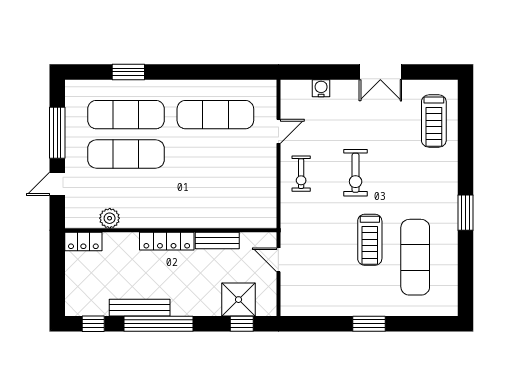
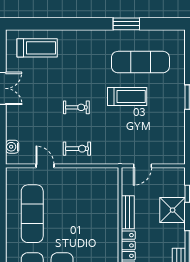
water cooler: (321, 88) -> (12, 147), moved
exercise bike: (356, 173) -> (76, 107), width x0.73, depth x0.72
window: (465, 213) -> (126, 24), moved
shower: (239, 300) -> (173, 210), moved

